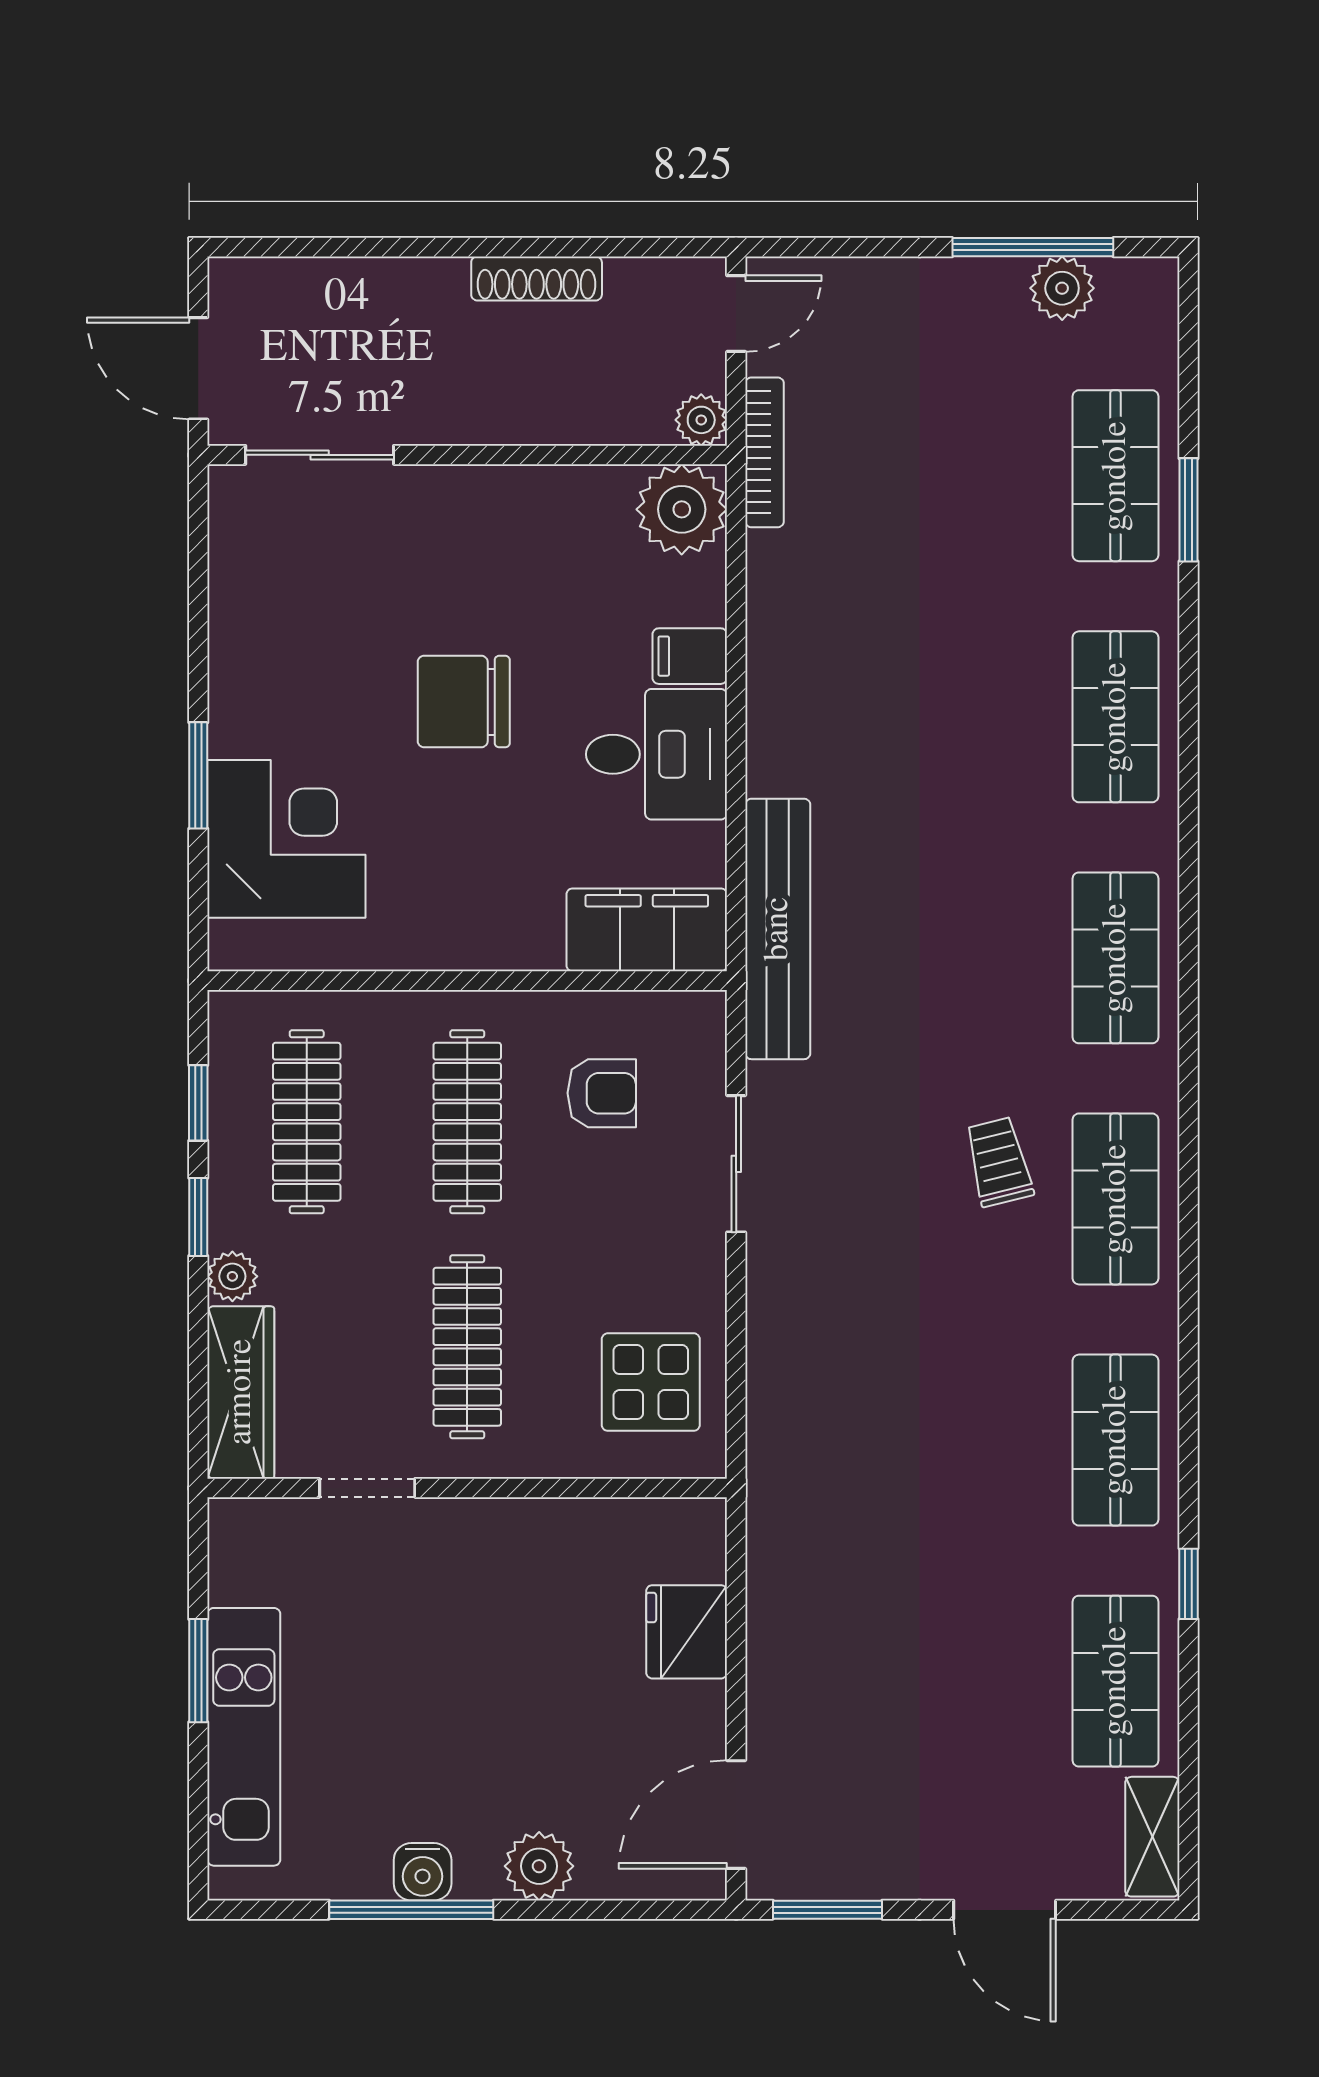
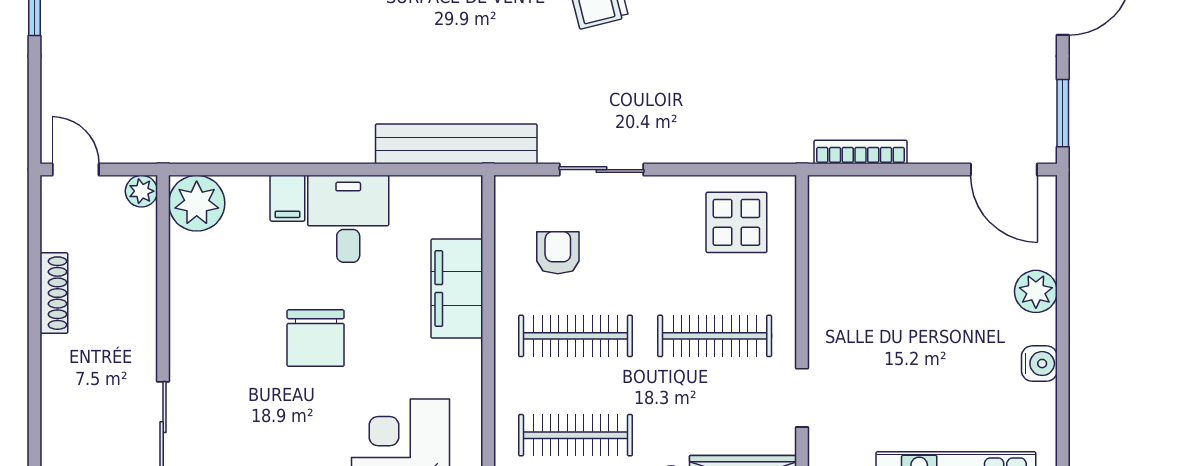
bookcase: (765, 452) -> (860, 152), moved
filing cabinet: (647, 930) -> (457, 289), moved
fridge: (687, 1632) -> (891, 200), removed
window: (411, 1910) -> (1063, 371), removed

